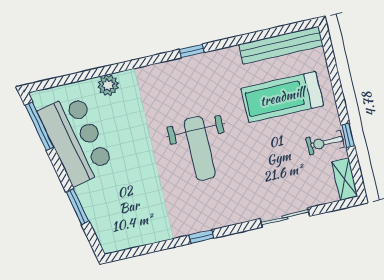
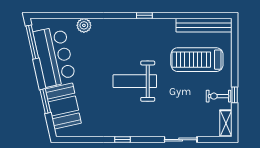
weight bench: (200, 149) -> (135, 81), turned 90
booth: (105, 208) -> (63, 106), added

